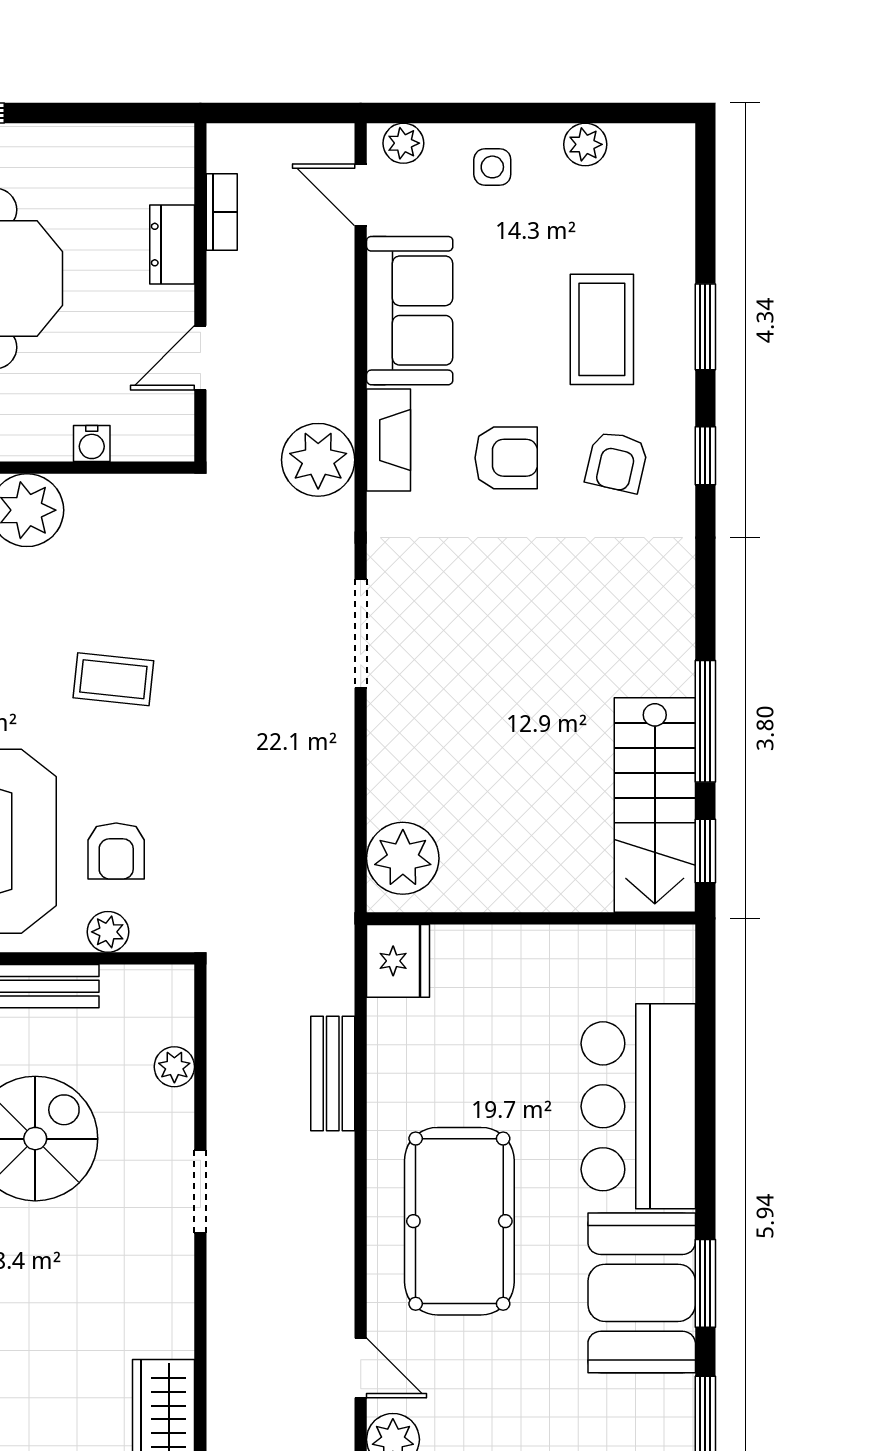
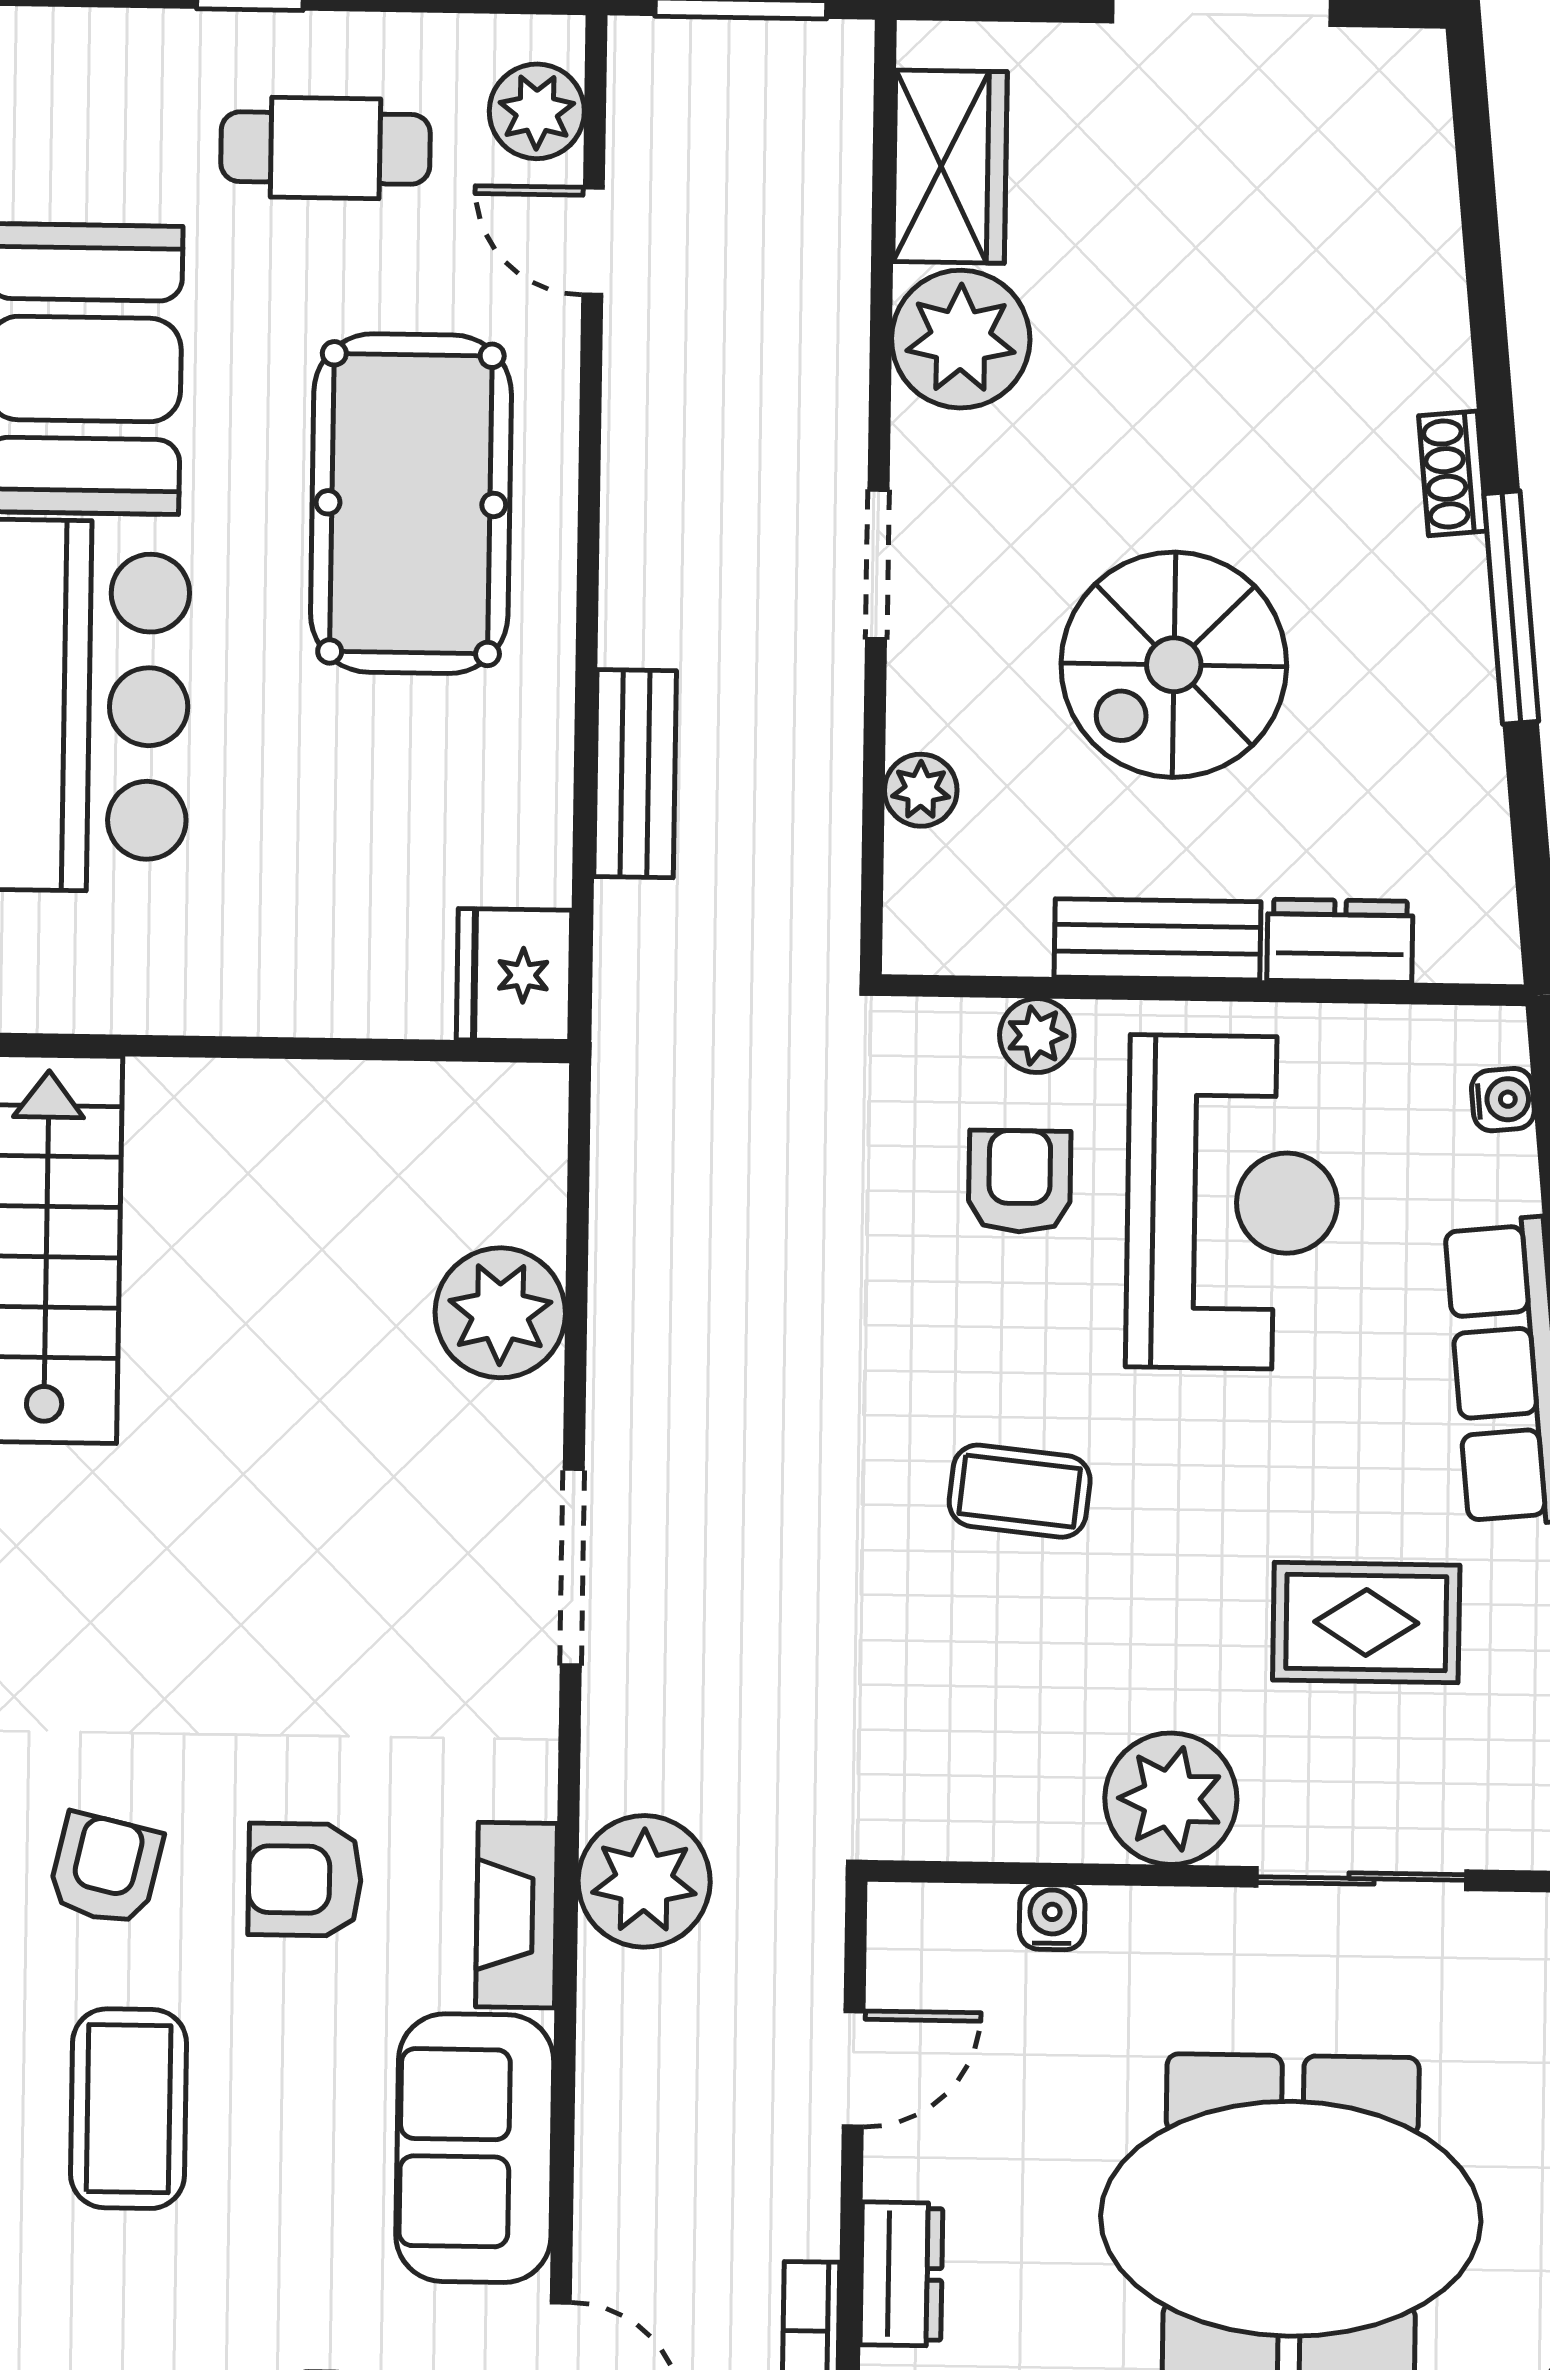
plant: (403, 858) -> (500, 1313), moved
plant: (156, 1317) -> (961, 339), added
cafe table: (510, 1417) -> (325, 148), added

